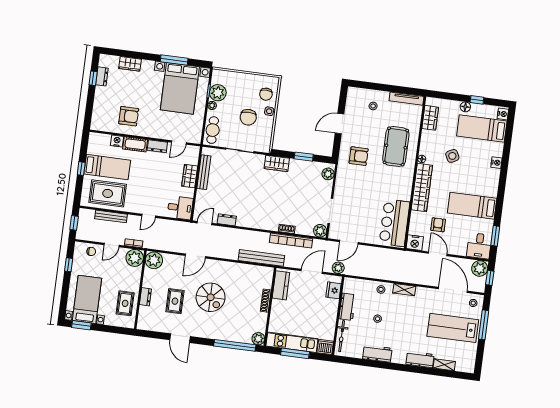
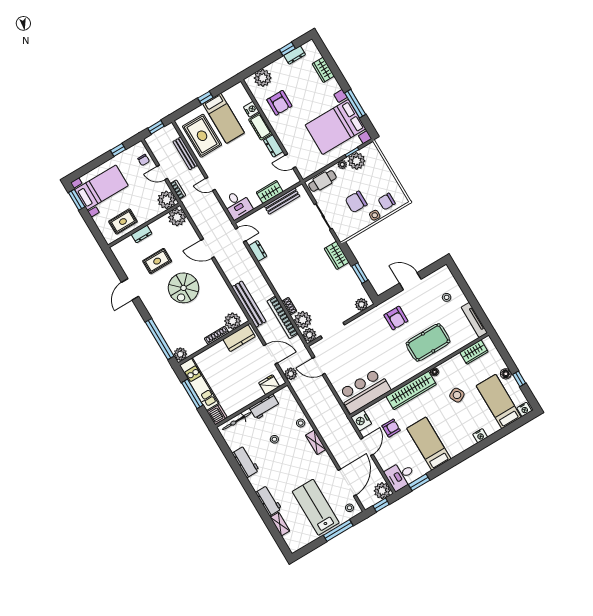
plant: (100, 114) -> (263, 78), added
plant: (305, 227) -> (303, 320), added
plant: (264, 280) -> (233, 321), added

